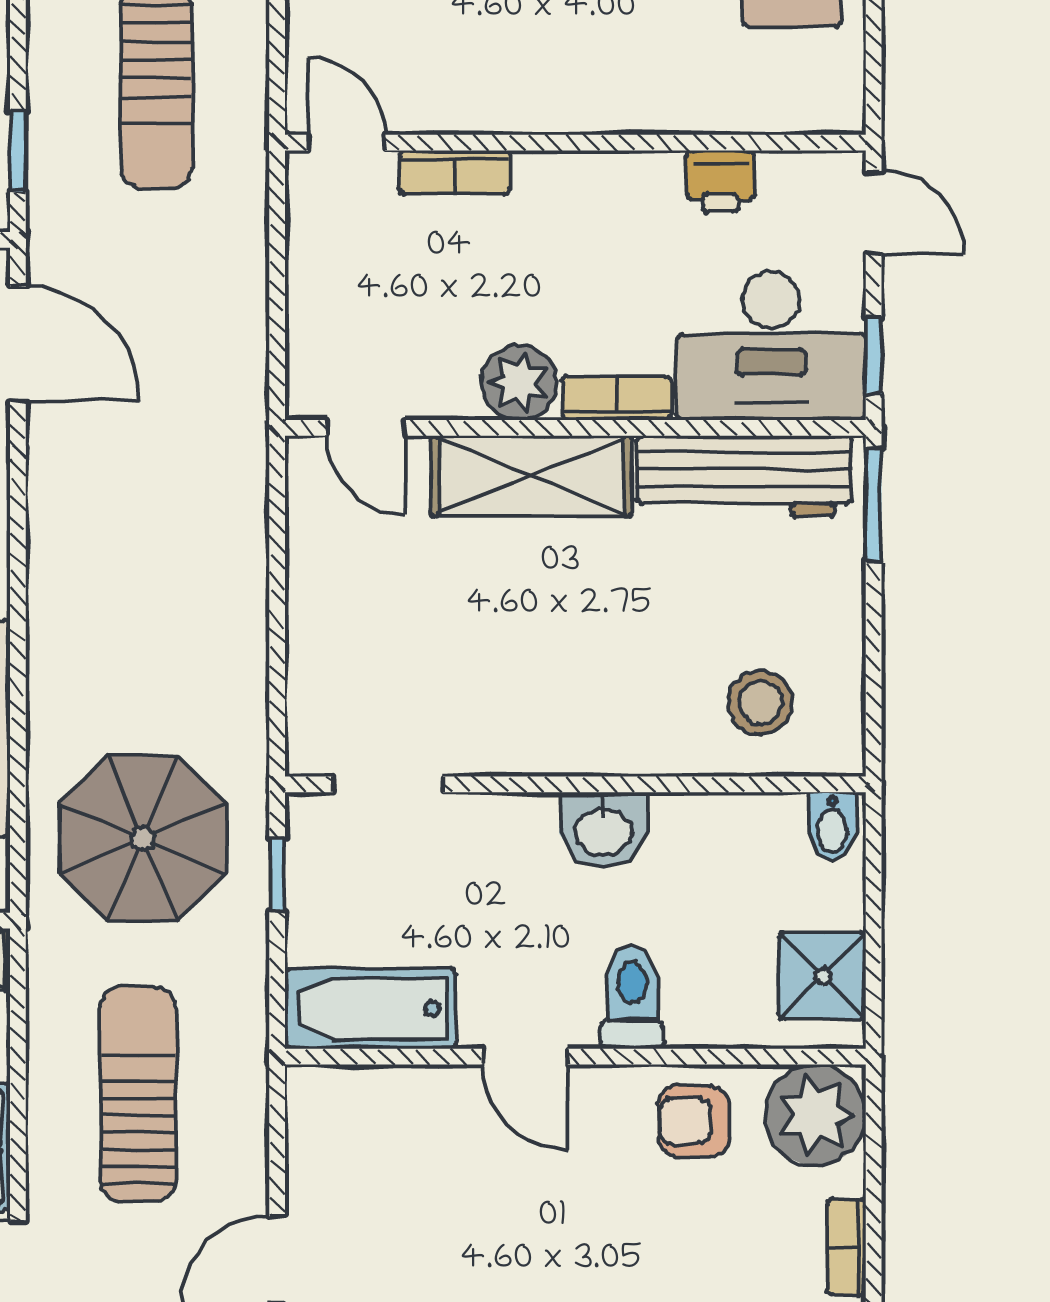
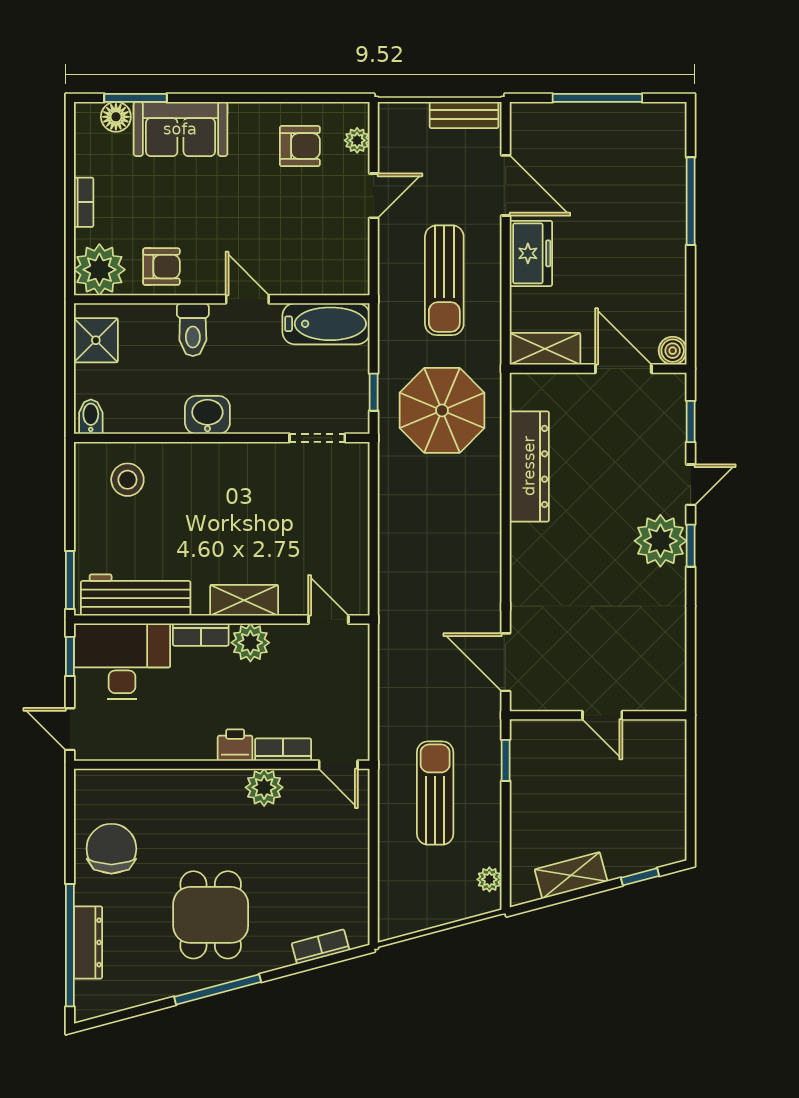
plant: (492, 98) -> (264, 787), added
printer: (721, 181) -> (235, 745), moved
shelving: (531, 476) -> (244, 600), width x0.67, depth x0.75

